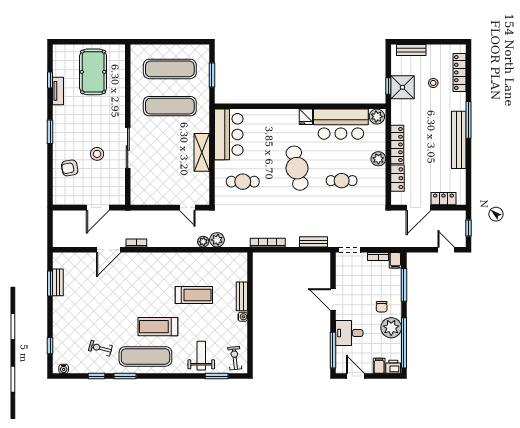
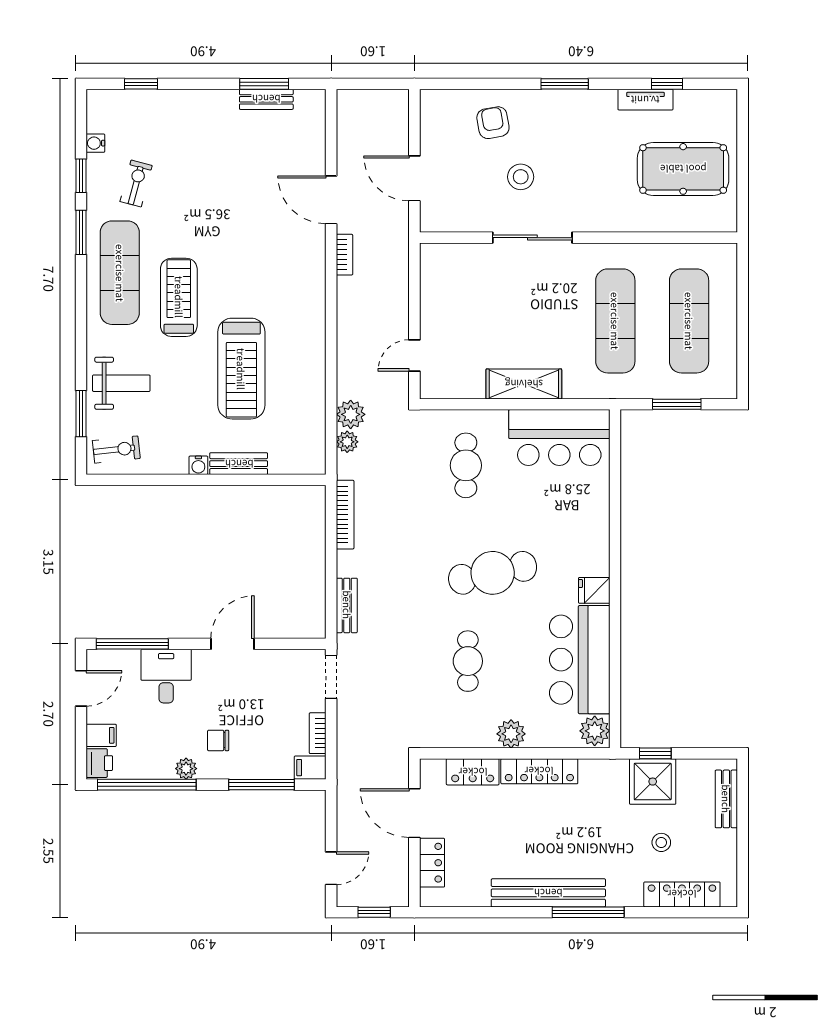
plant: (203, 242) -> (347, 442), moved
treadmill: (194, 295) -> (241, 369), width x1.37, depth x1.38
plant: (391, 328) -> (186, 769), width x0.53, depth x0.53
water cooler: (64, 369) -> (95, 143), moved

